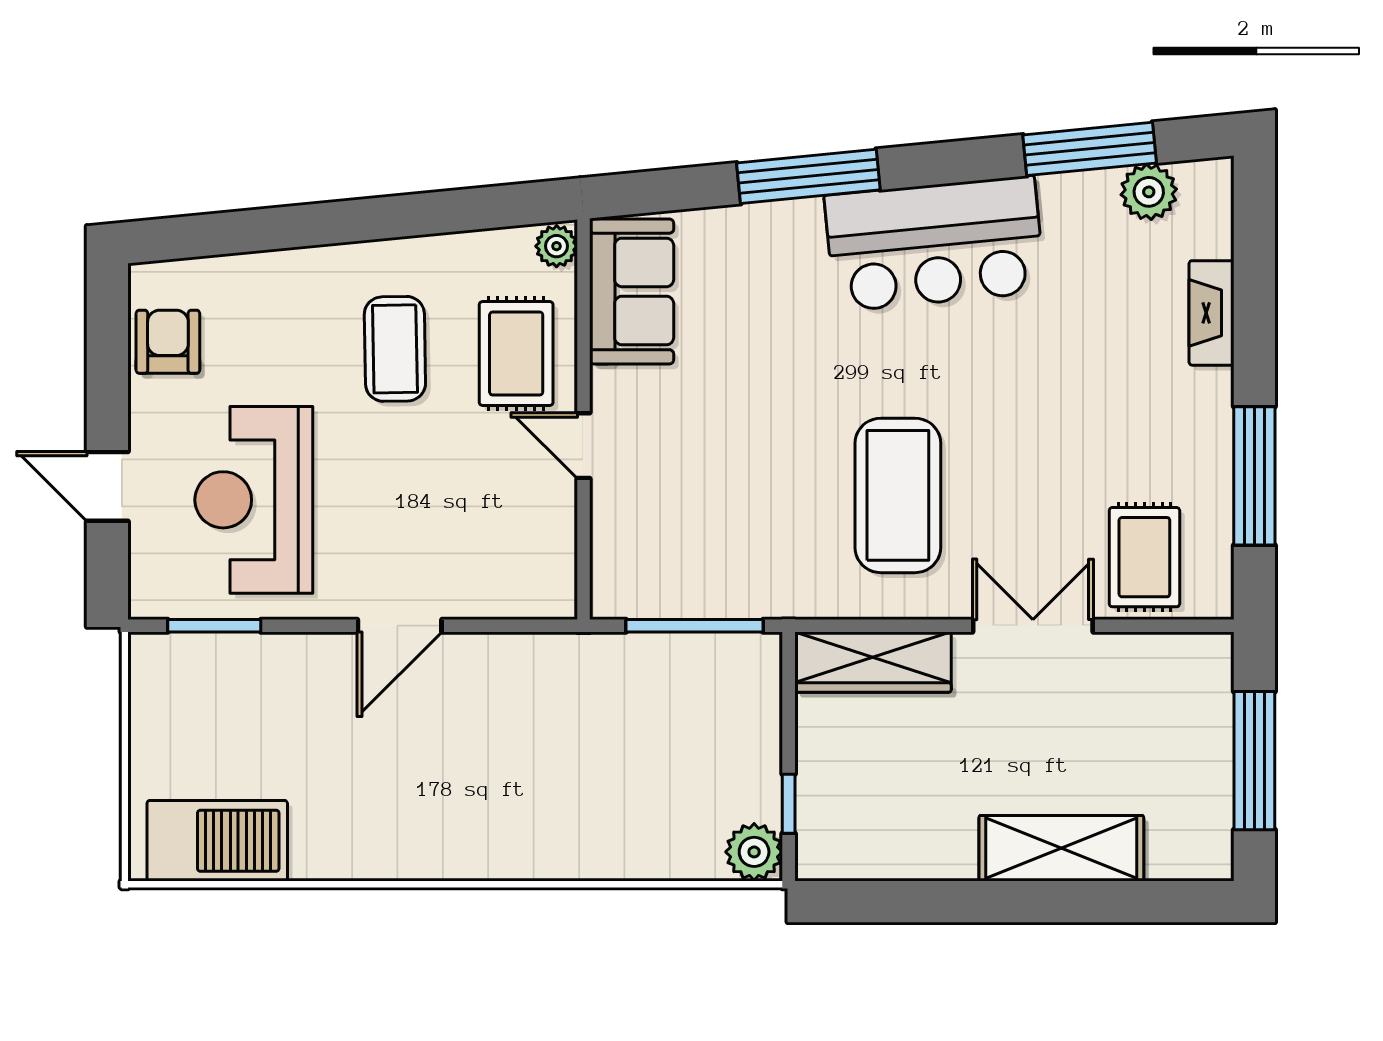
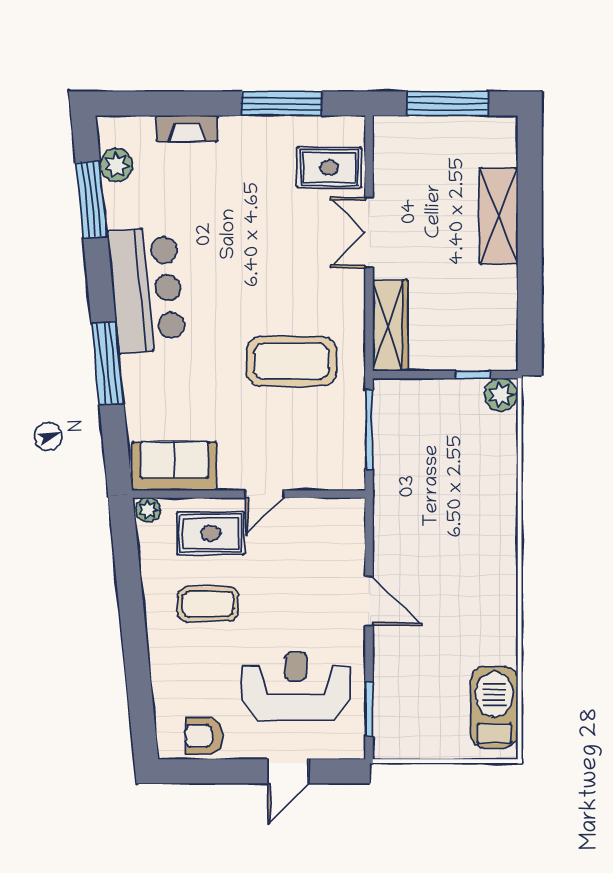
coffee table: (898, 495) -> (292, 361), moved
reception desk: (254, 500) -> (296, 686), turned 180

